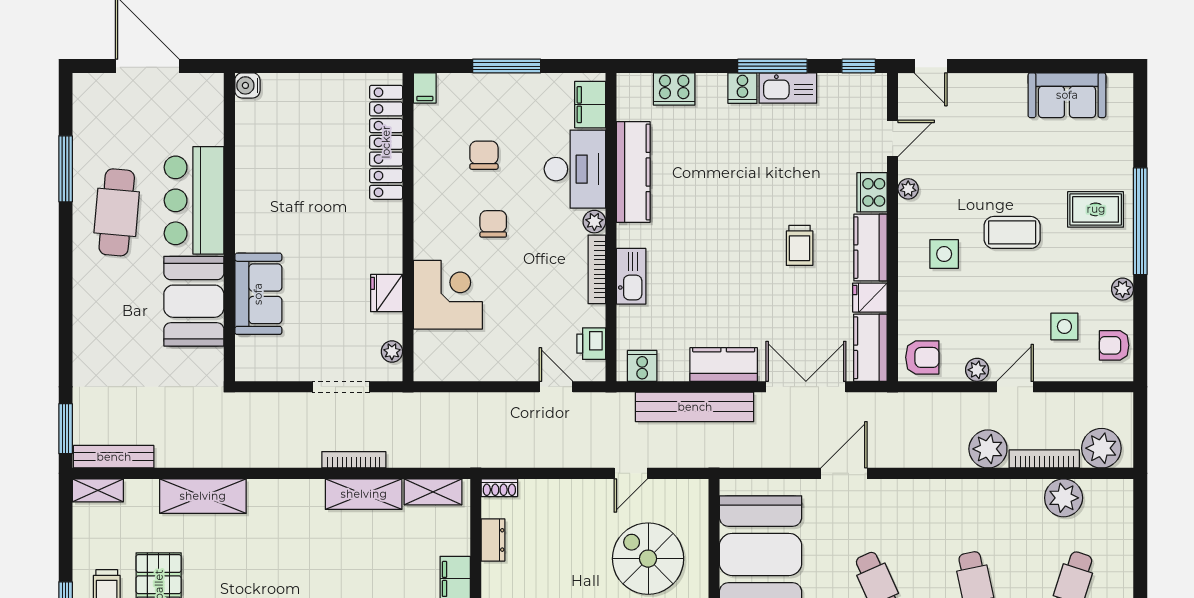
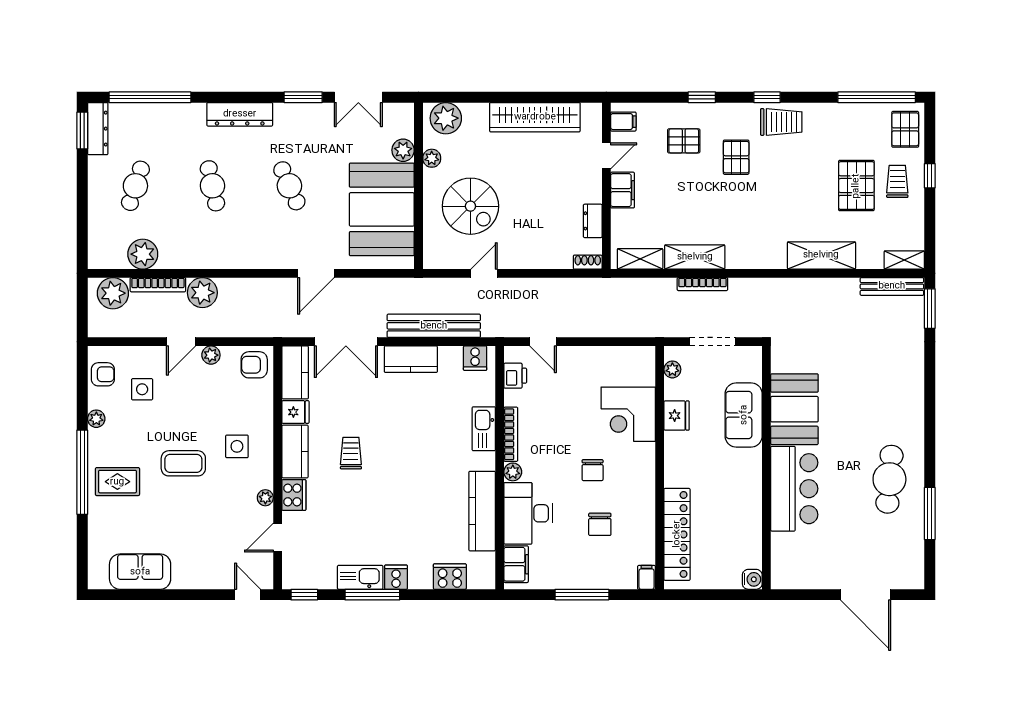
water cooler: (247, 85) -> (752, 579), moved
bar counter: (194, 200) -> (794, 489), moved
wall: (229, 227) -> (766, 468), moved
sofa: (258, 294) -> (744, 415), moved
booth: (194, 301) -> (794, 409), moved

